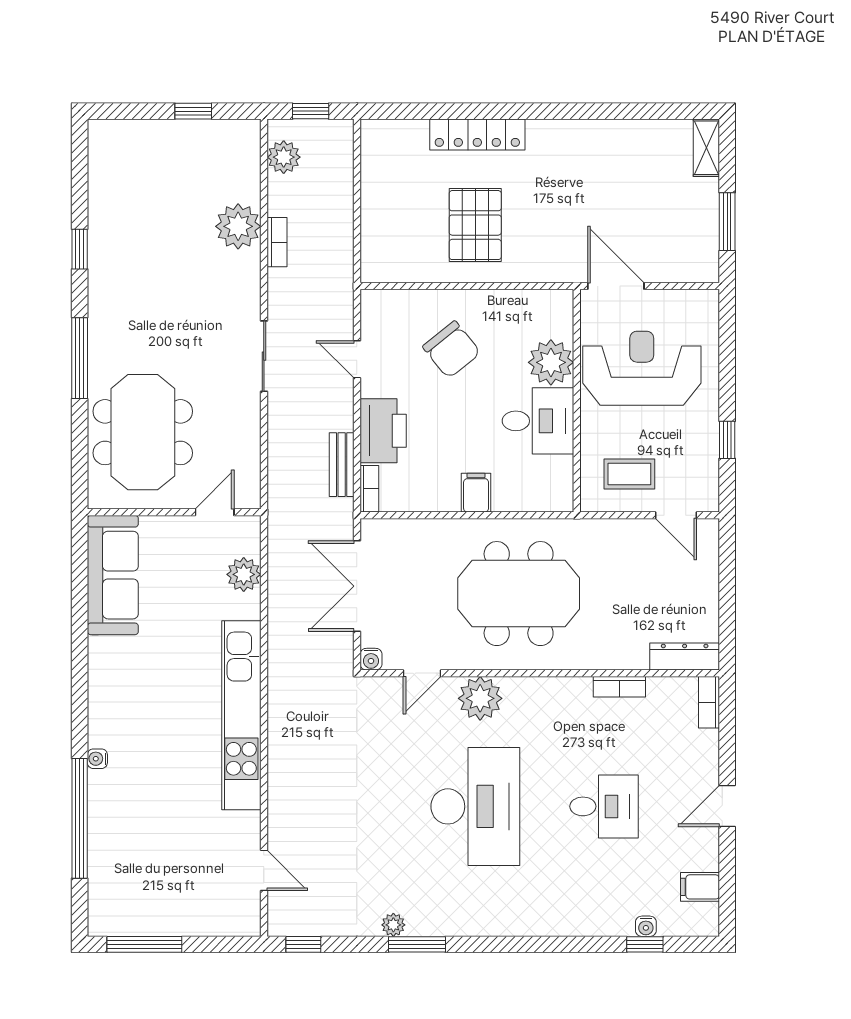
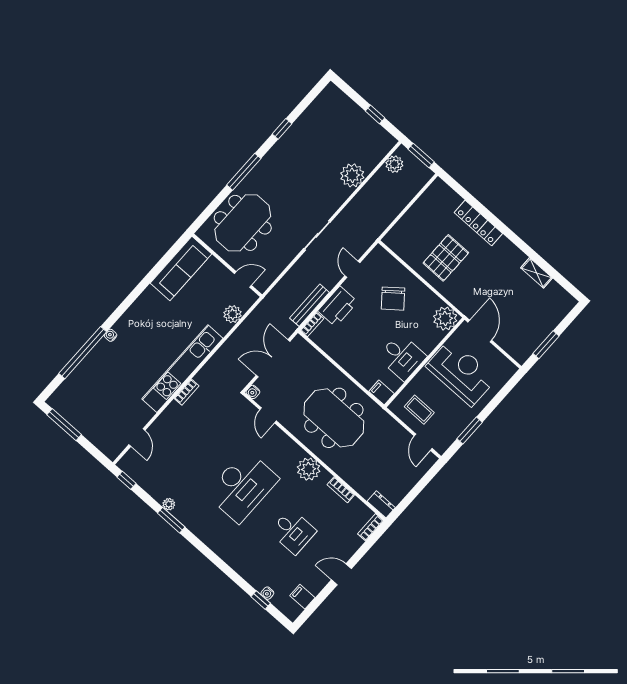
window: (311, 111) -> (421, 155), width x1.50
shelving: (706, 148) -> (537, 273), moved, turned 90
bookcase: (277, 242) -> (187, 392), moved
plant: (551, 362) -> (445, 319), moved
window: (727, 440) -> (470, 430), width x1.50
bench: (342, 465) -> (309, 305), width x1.36
filing cabinet: (476, 493) -> (381, 393), moved, turned -90
dresser: (685, 657) -> (381, 504), width x0.70
door: (422, 673) -> (268, 415), hinge flipped
plant: (480, 698) -> (309, 469), moved

